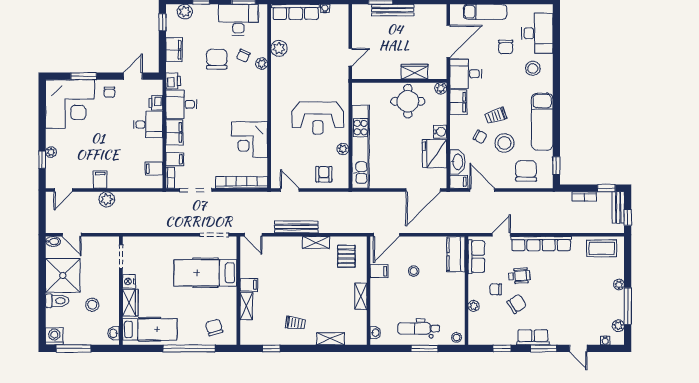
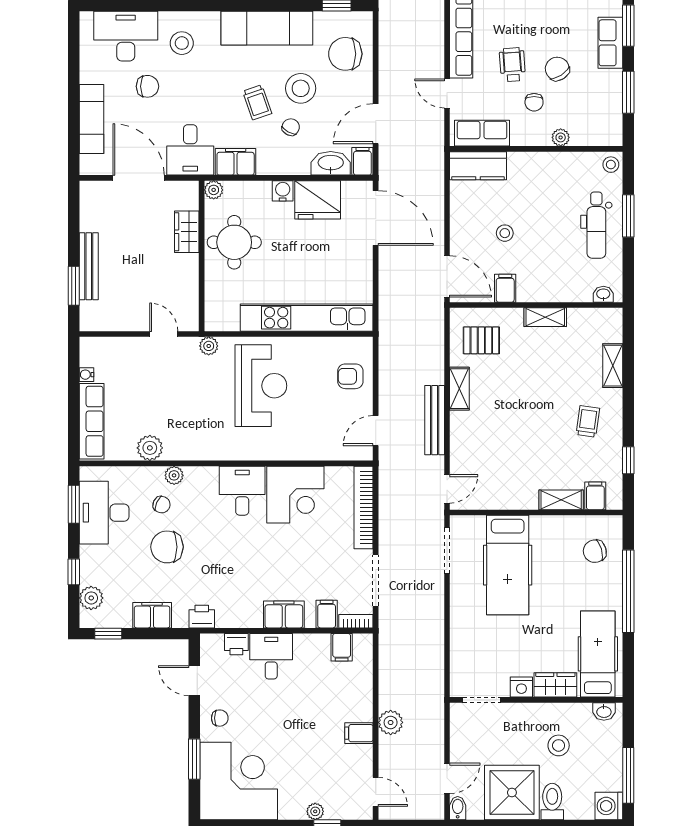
desk: (181, 104) -> (242, 491), moved, turned 180
plant: (343, 149) -> (209, 346), moved
filing cabinet: (249, 285) -> (595, 496), moved
window: (502, 348) -> (628, 92), width x1.50

